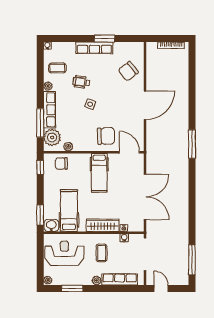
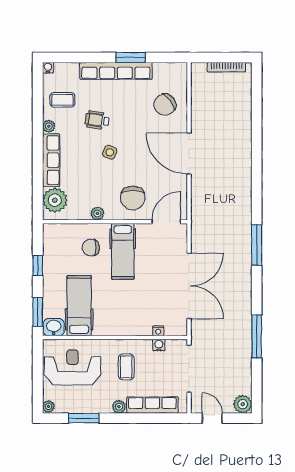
row of seats: (94, 48) -> (116, 71), width x1.36
door: (145, 105) -> (189, 154), swing flipped
window: (40, 123) -> (38, 179), removed
chair: (106, 136) -> (133, 198), turned 92
window: (192, 144) -> (257, 245), moved
plant: (68, 147) -> (97, 213), moved
door: (129, 152) -> (166, 222), hinge flipped
chair: (61, 163) -> (91, 247), moved
window: (40, 167) -> (38, 265), moved
wardrobe: (103, 225) -> (128, 327), removed
window: (192, 260) -> (257, 336), moved
plant: (182, 279) -> (243, 404), added

